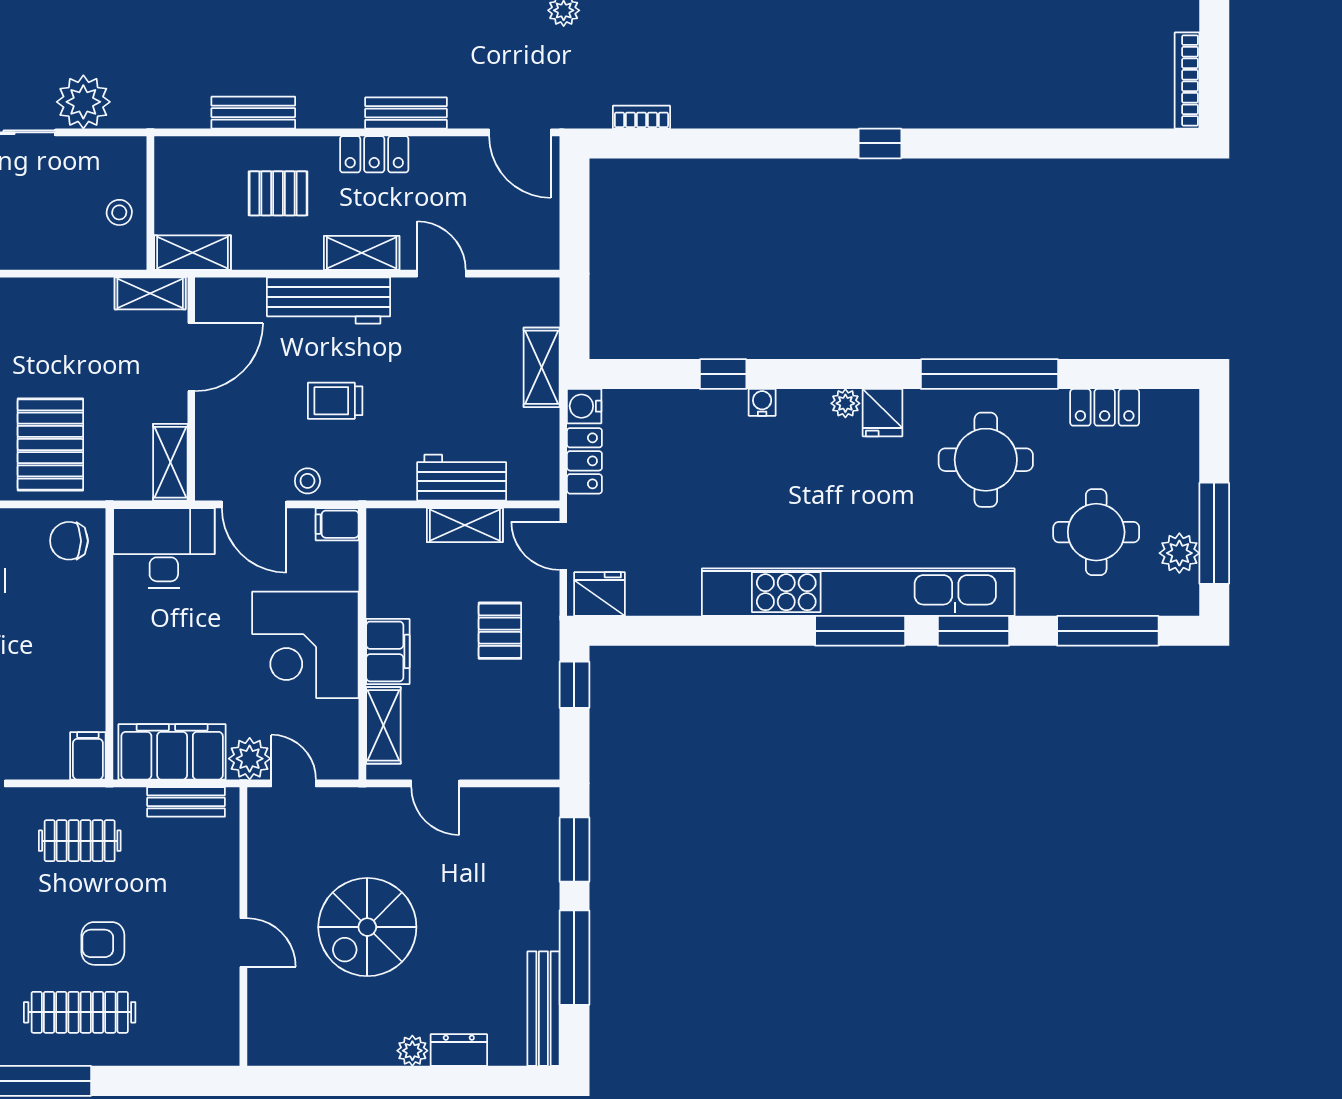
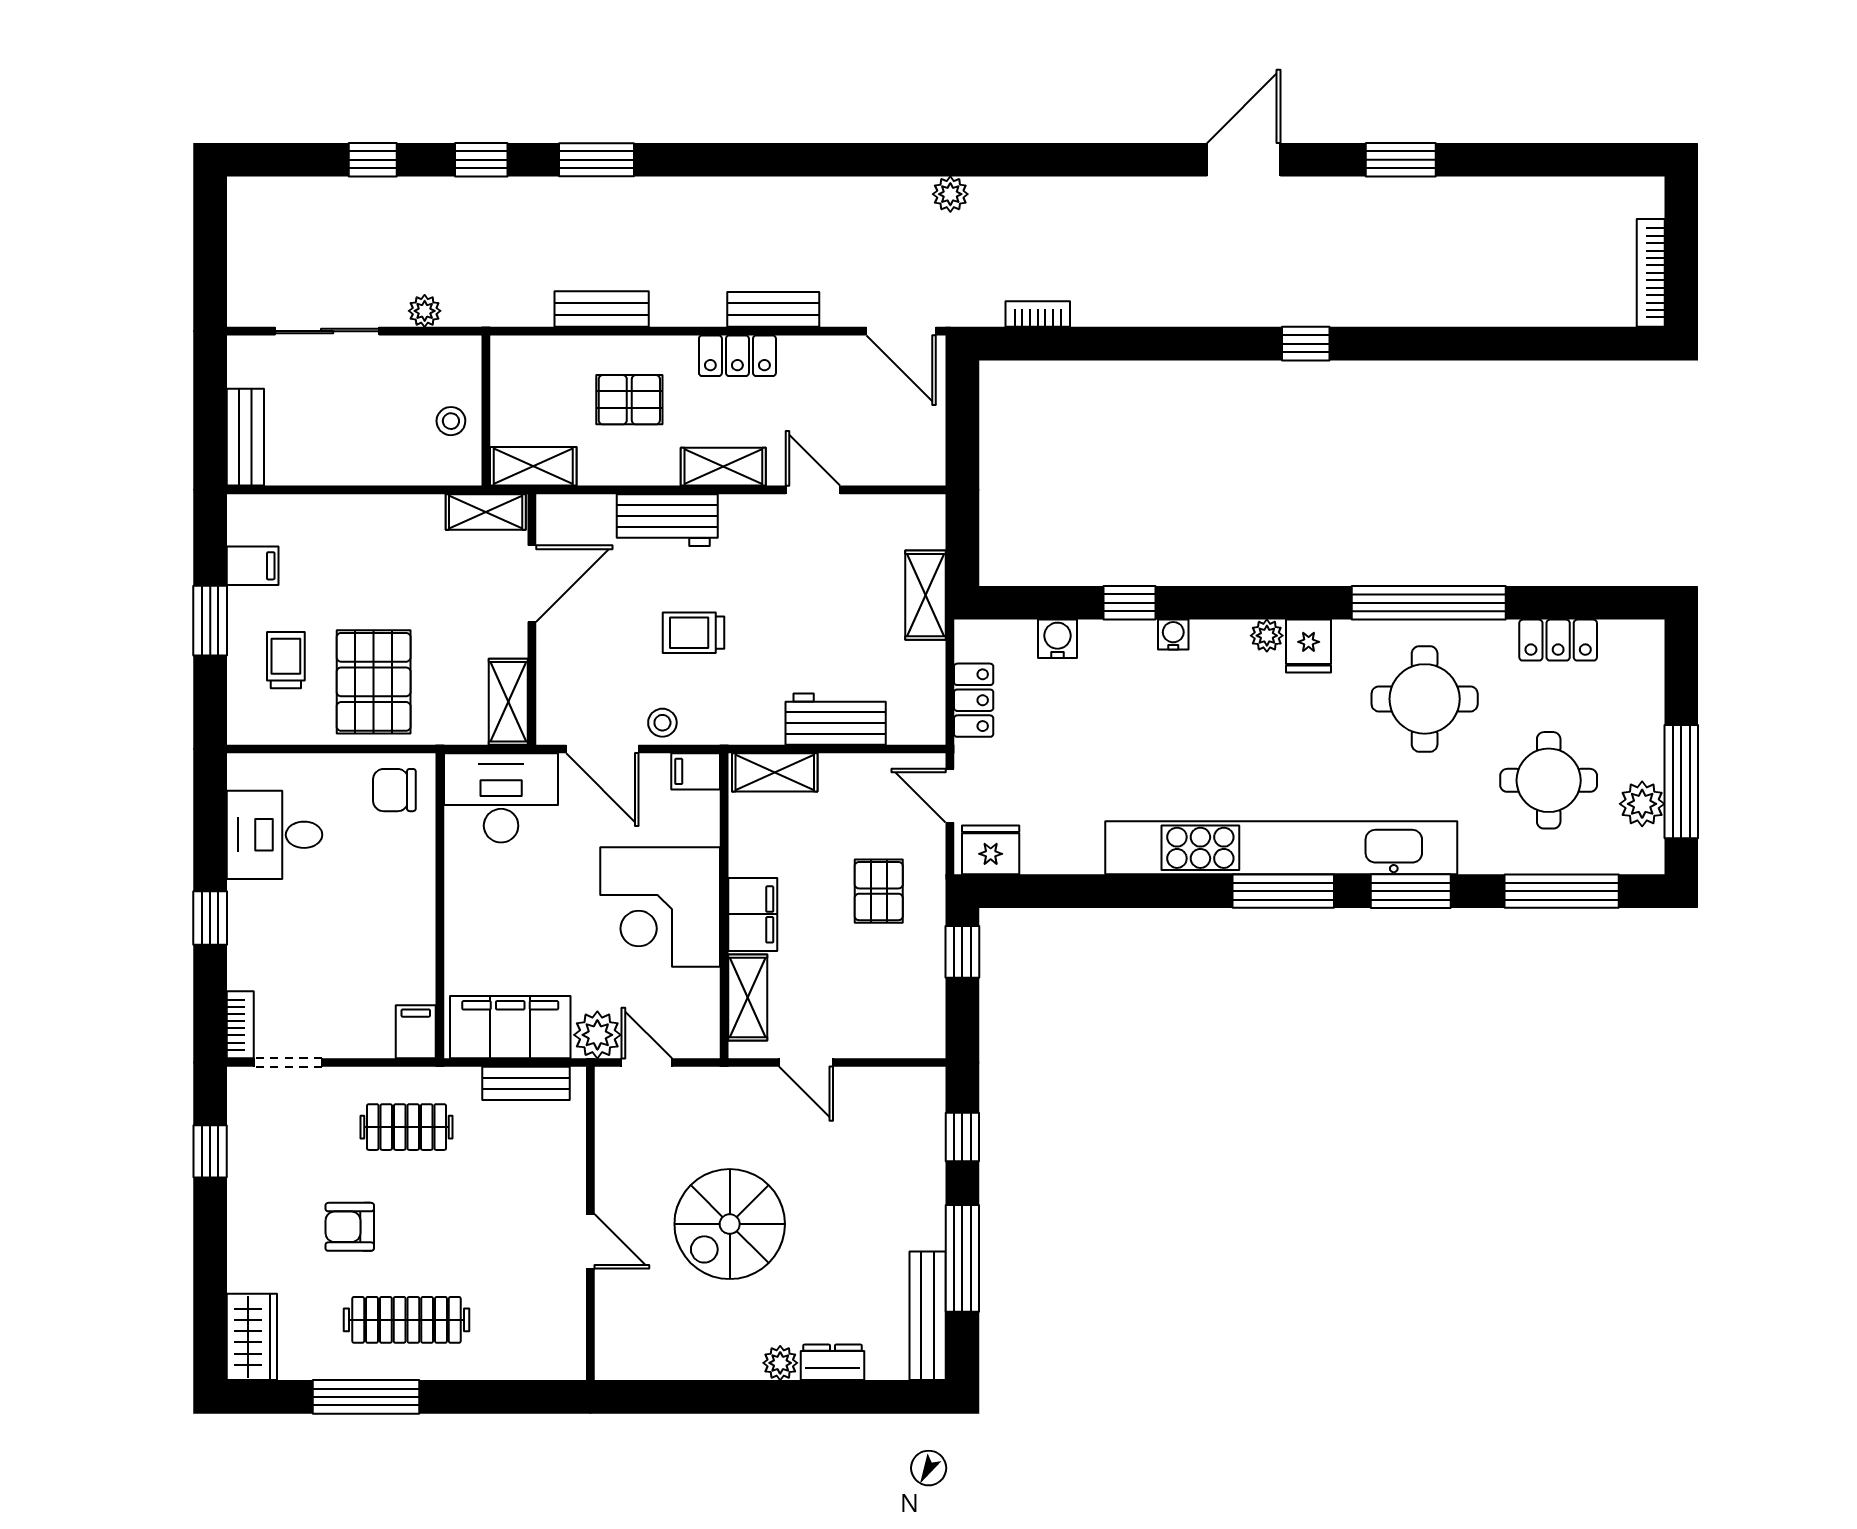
plant: (83, 102) -> (425, 311), width x0.53, depth x0.53
workbench: (329, 301) -> (667, 520), width x0.73
water cooler: (584, 406) -> (1058, 639), moved, turned 90
shelving: (465, 525) -> (775, 772), moved
window: (574, 850) -> (962, 1137), width x0.67
armchair: (103, 943) -> (350, 1227), moved

